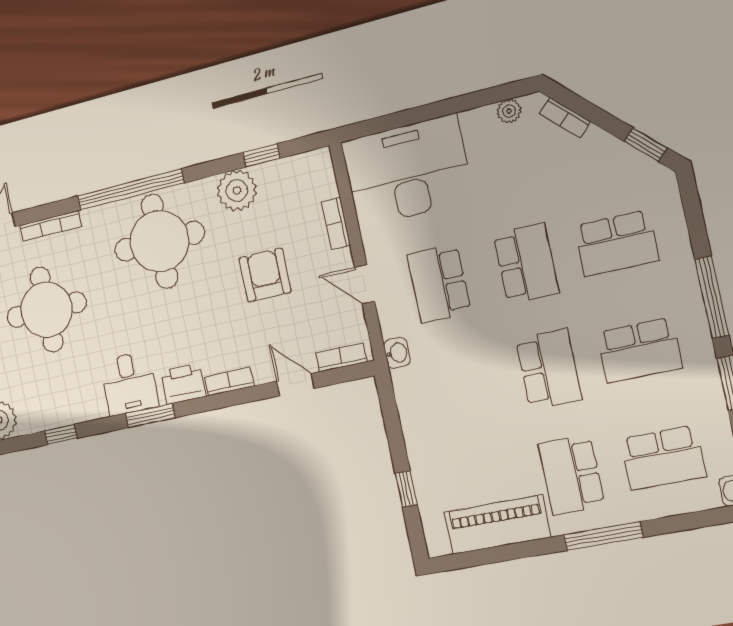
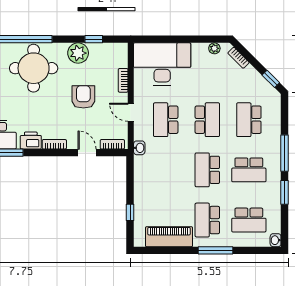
school desk: (616, 243) -> (249, 120), turned 90
school desk: (549, 369) -> (207, 170), turned 180

